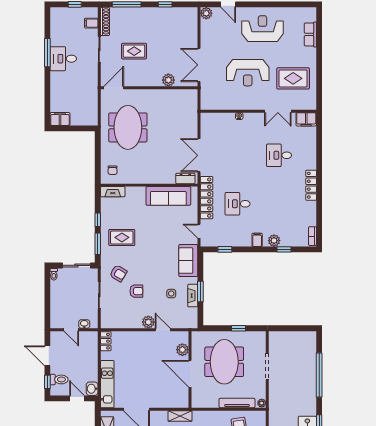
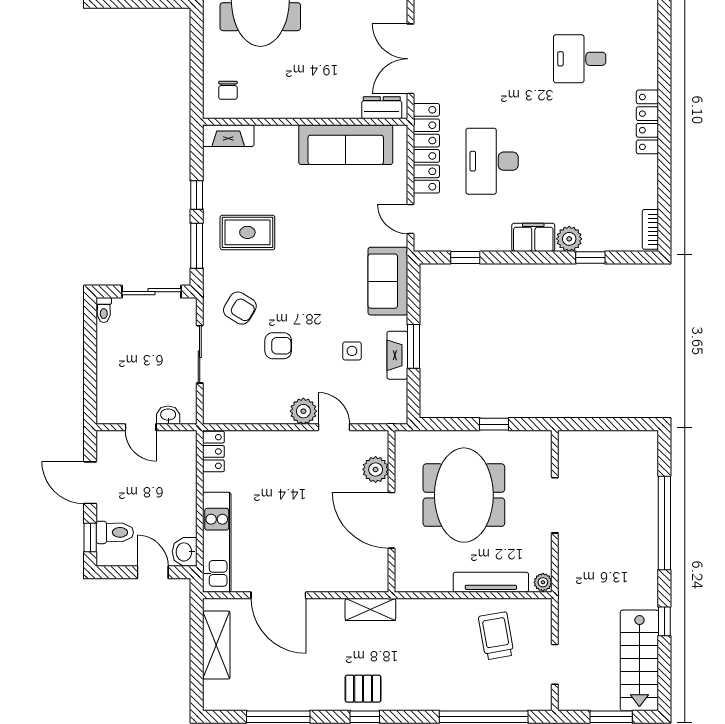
desk: (238, 204) -> (492, 161), width x1.37
filing cabinet: (257, 240) -> (533, 237), width x2.00

